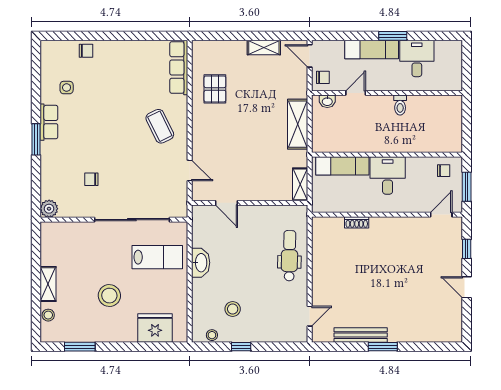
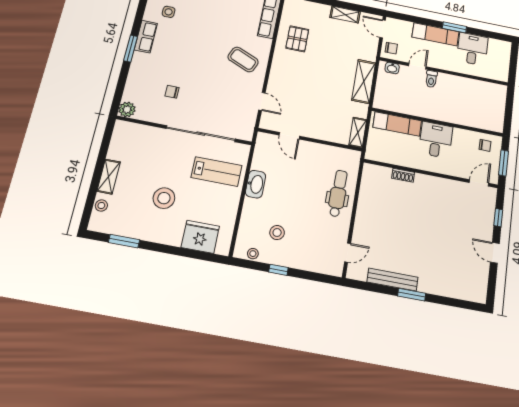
toilet: (400, 105) -> (431, 79), moved
coffee table: (160, 126) -> (243, 59), turned -41

